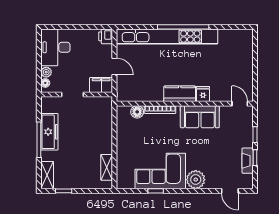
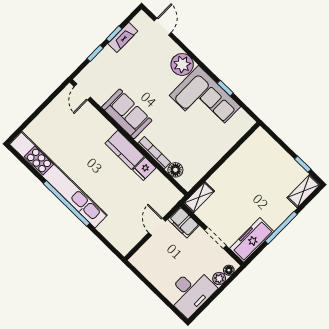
printer: (106, 36) -> (139, 260), removed
kitchen unit: (167, 36) -> (59, 180), moved
fridge: (203, 94) -> (144, 169), moved
freezer: (49, 132) -> (252, 240), moved
shelving: (107, 167) -> (199, 197), moved

